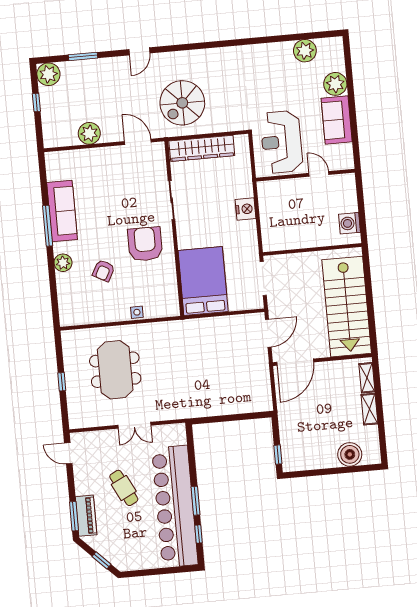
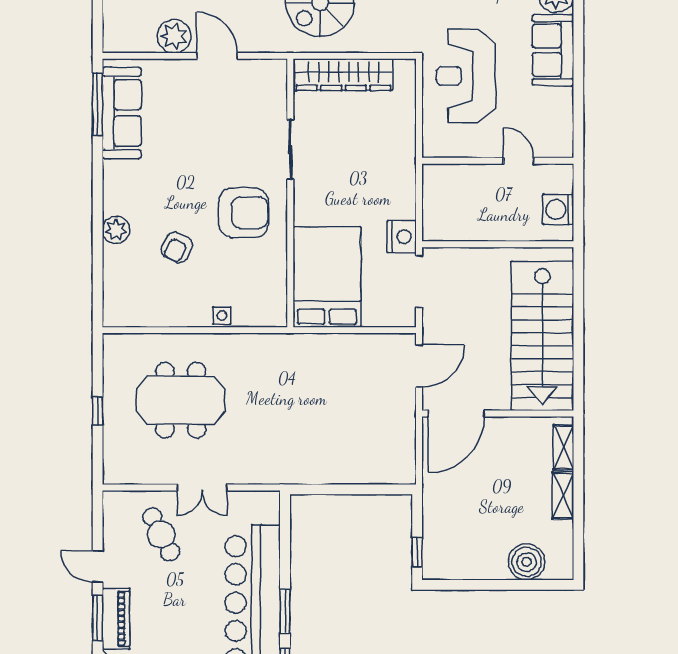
door: (138, 142) -> (217, 56), moved
door: (319, 174) -> (518, 161), moved
wall: (305, 175) -> (498, 161), moved
nightstand: (246, 209) -> (402, 237), moved
sofa: (62, 211) -> (122, 113), moved
window: (48, 226) -> (98, 104), moved
armchair: (145, 244) -> (244, 213), turned 90
meeting table: (115, 370) -> (181, 400), turned 90
door: (68, 453) -> (98, 567), moved
cafe table: (124, 488) -> (161, 534), moved

